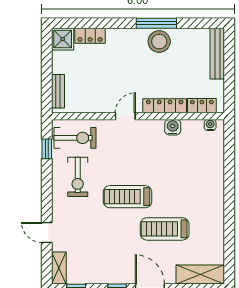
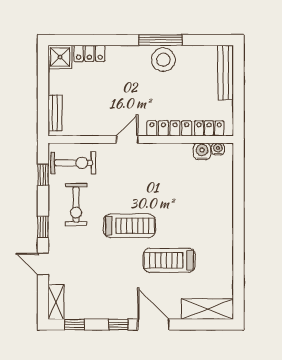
water cooler: (173, 127) -> (202, 151), moved
treadmill: (127, 197) -> (129, 226), turned 180
window: (47, 198) -> (43, 227), added

